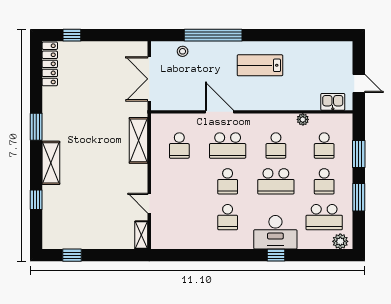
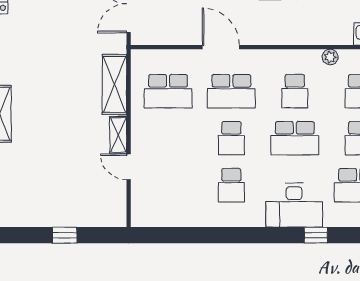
school desk: (179, 146) -> (168, 91), width x1.85
shelving: (141, 235) -> (118, 135), moved
window: (72, 255) -> (65, 235), moved
window: (276, 255) -> (316, 235), moved

